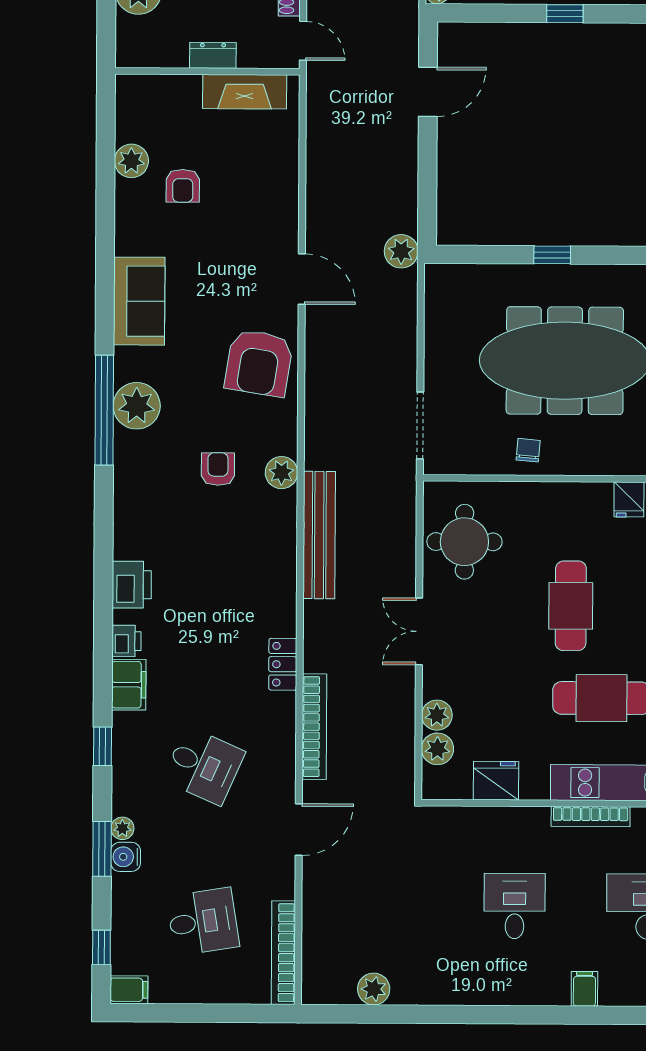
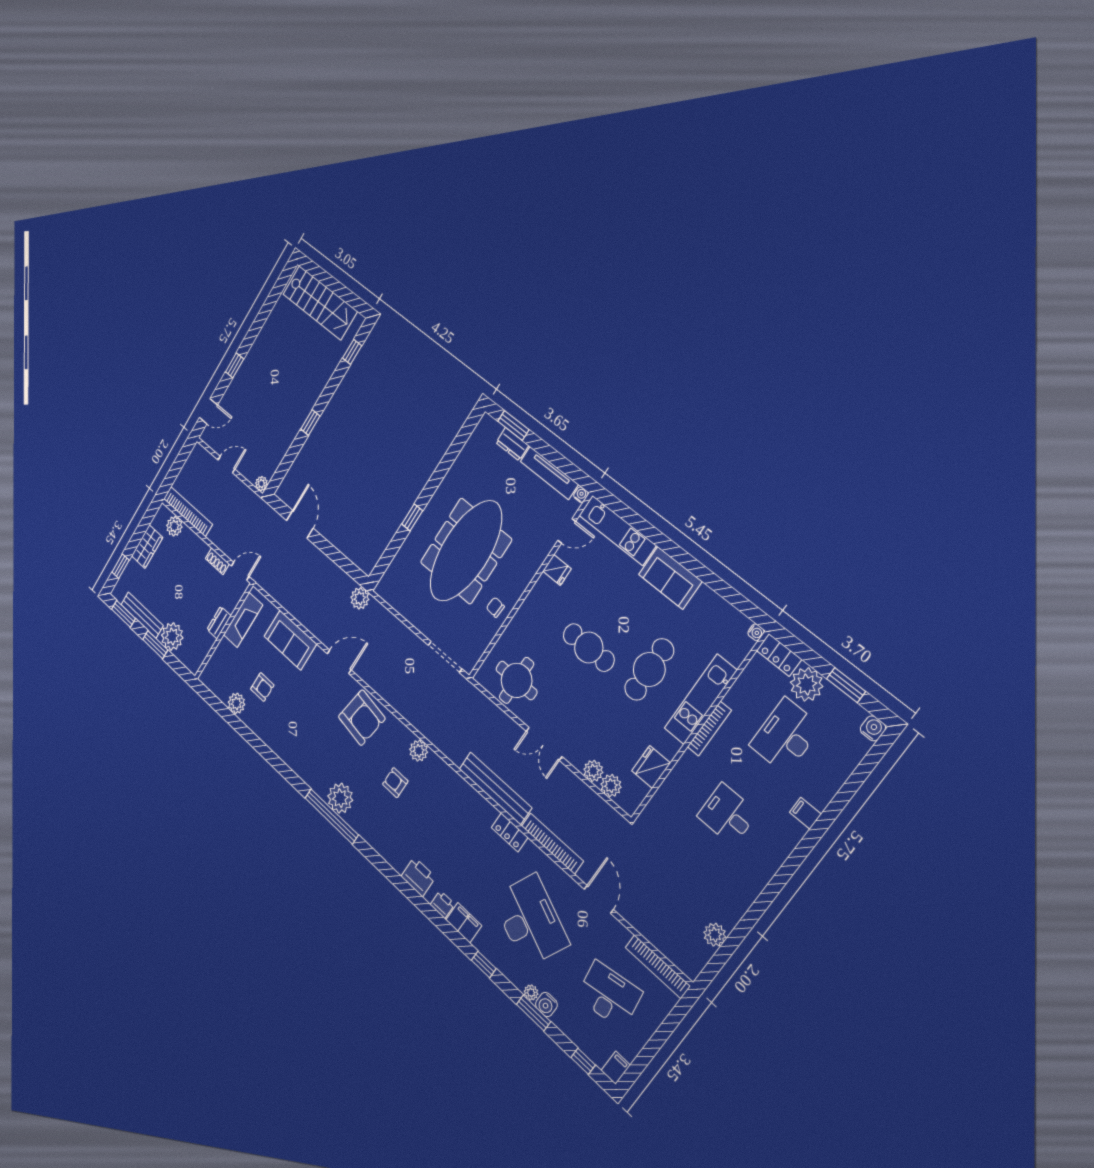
sofa: (139, 301) -> (290, 640), moved, turned 180
bench: (319, 535) -> (495, 788), moved
desk: (204, 766) -> (530, 921), width x1.87, depth x1.30
desk: (203, 922) -> (609, 995), width x1.37

